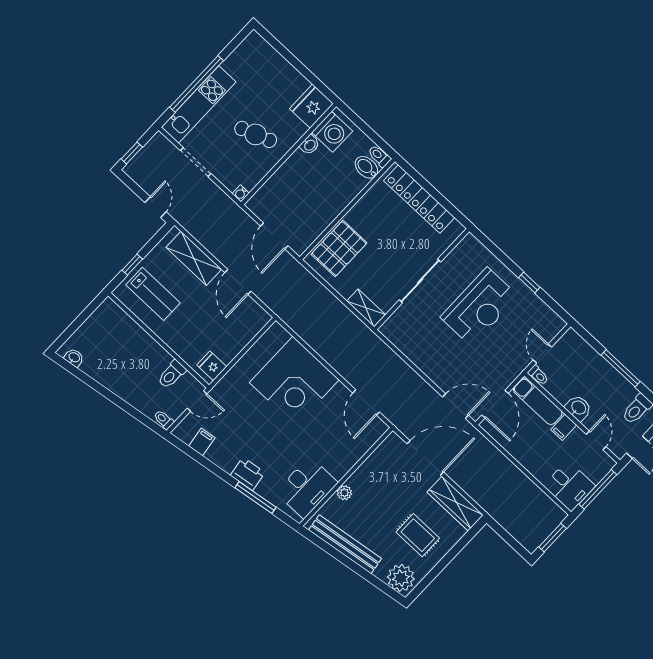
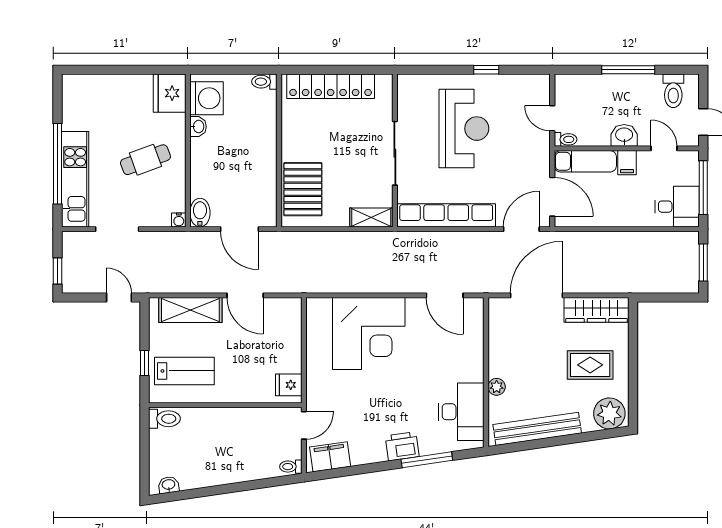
bidet: (366, 167) -> (200, 213), moved, turned 90
row of seats: (415, 352) -> (446, 215), added
toilet: (172, 374) -> (164, 419), moved, turned -90
filing cabinet: (202, 442) -> (330, 457), width x2.00

